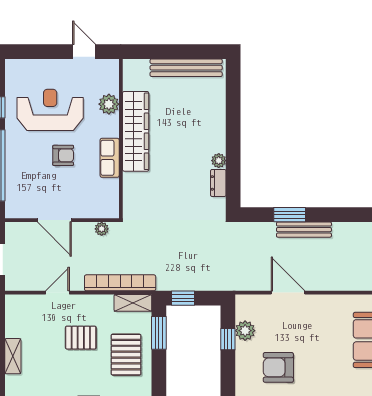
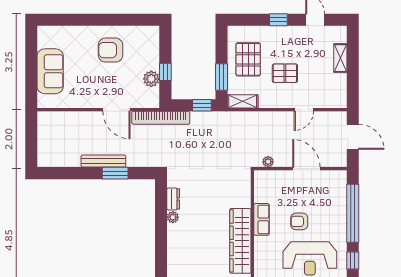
plant: (109, 104) -> (262, 263), removed
bookcase: (120, 283) -> (161, 118), moved
armchair: (278, 367) -> (111, 50), moved, turned 180

